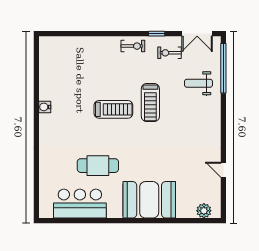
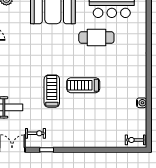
exercise bike: (133, 46) -> (135, 140), moved
water cooler: (45, 107) -> (142, 103), moved

